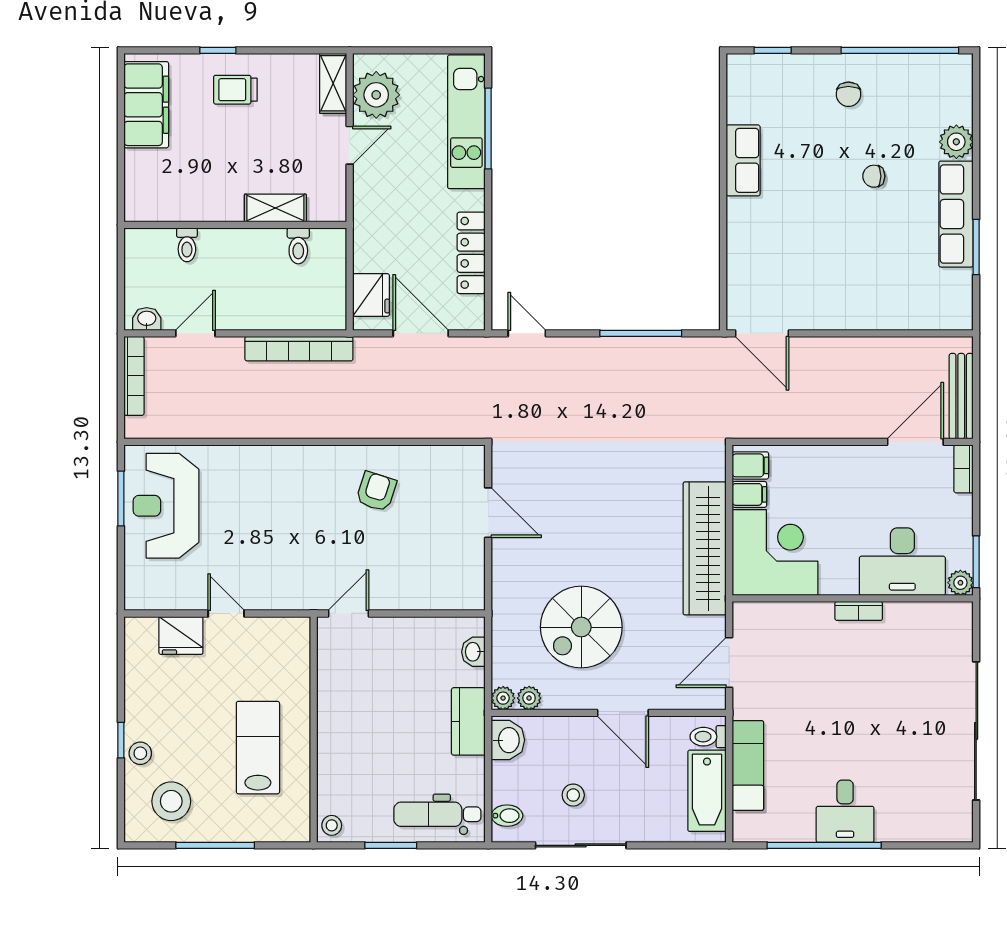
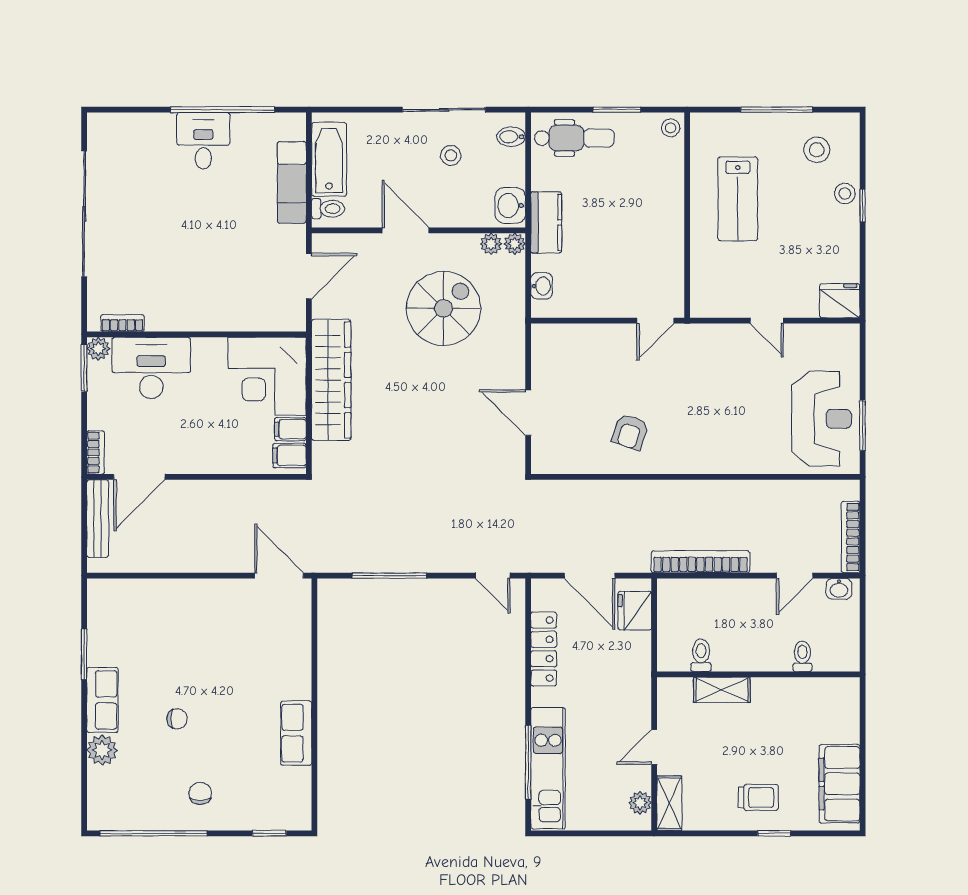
plant: (376, 95) -> (640, 803), width x0.53, depth x0.53
row of seats: (956, 214) -> (102, 700), width x0.68
bookcase: (859, 611) -> (122, 323), moved
fridge: (181, 635) -> (840, 301), moved
stool: (171, 801) -> (817, 150), width x0.73, depth x0.73

